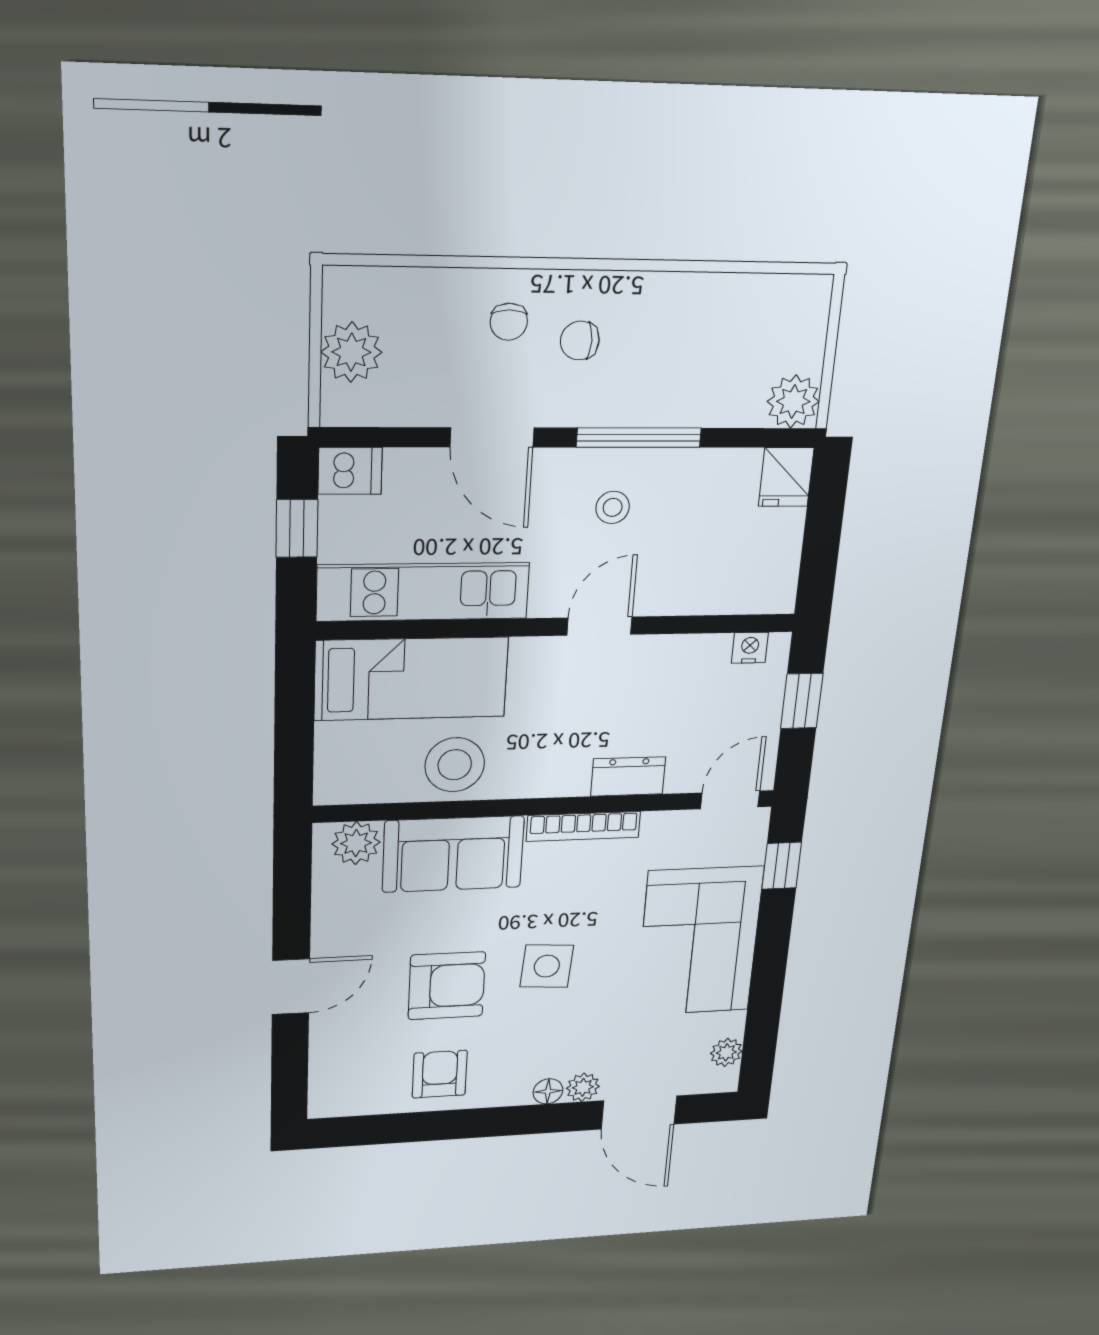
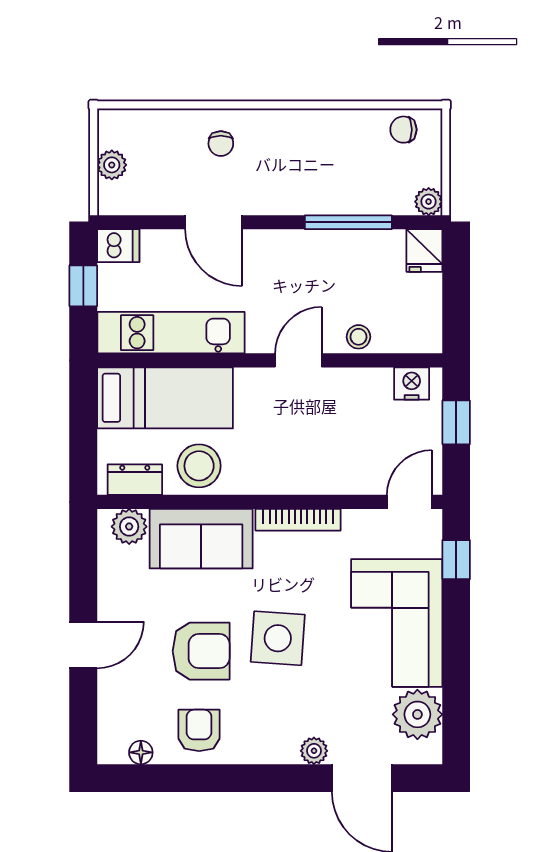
chair: (580, 341) -> (403, 130), moved
plant: (351, 352) -> (112, 165), width x0.73, depth x0.73
plant: (793, 401) -> (429, 202), width x0.73, depth x0.73
window: (639, 438) -> (348, 222), moved
stool: (613, 507) -> (358, 337), moved
nightstand: (750, 648) -> (412, 383), width x1.39, depth x1.35
dresser: (628, 776) -> (135, 480), moved
side table: (547, 966) -> (278, 638), width x1.37, depth x1.37
plant: (726, 1052) -> (417, 714), width x1.87, depth x1.87
floor lamp: (548, 1091) -> (141, 752), moved

